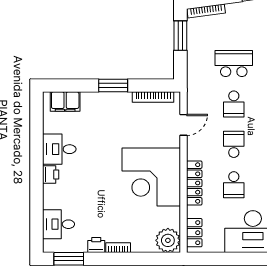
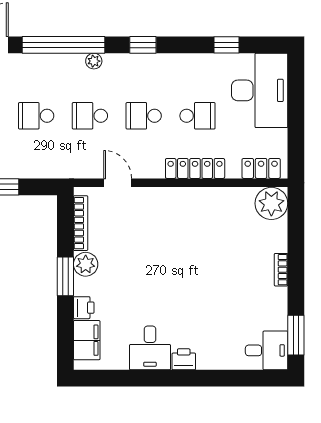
school desk: (234, 64) -> (36, 116), width x0.54
plant: (122, 101) -> (86, 264), added
school desk: (234, 104) -> (90, 116), turned 180
corner desk: (151, 177) -> (187, 226), removed
desk: (59, 224) -> (267, 350), moved, turned -90
printer: (96, 245) -> (84, 308), moved, turned 180

